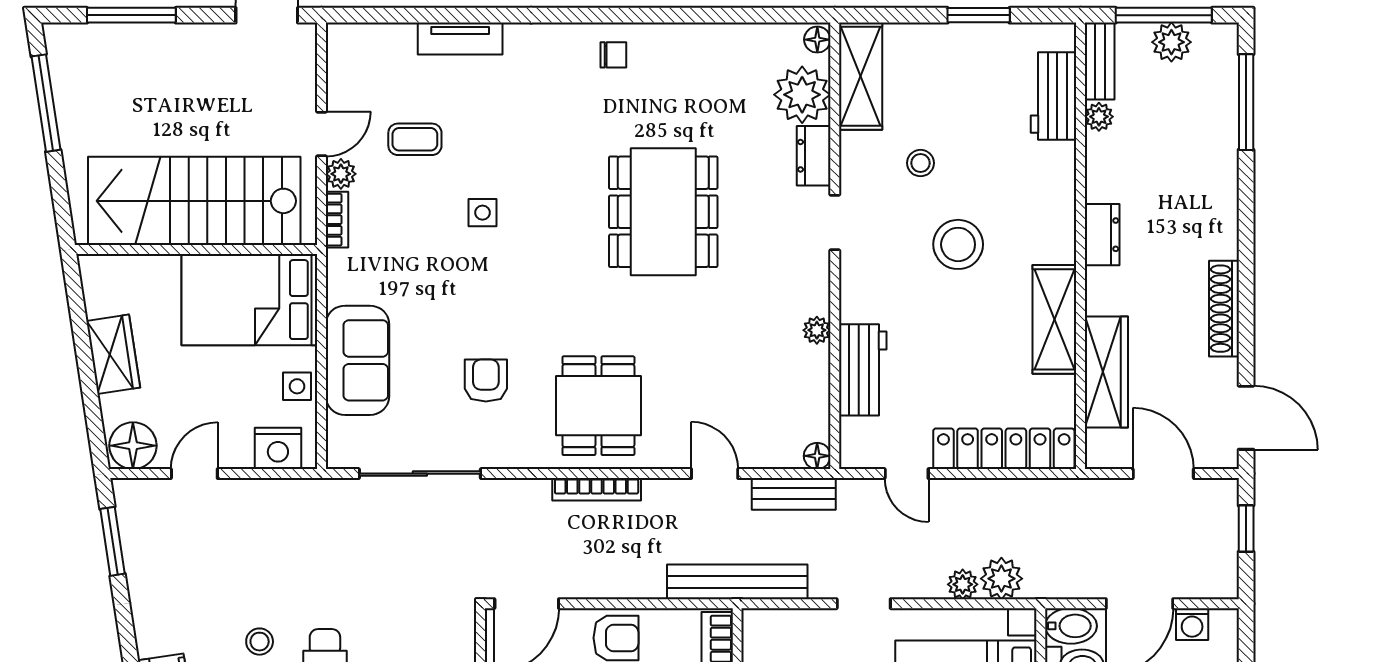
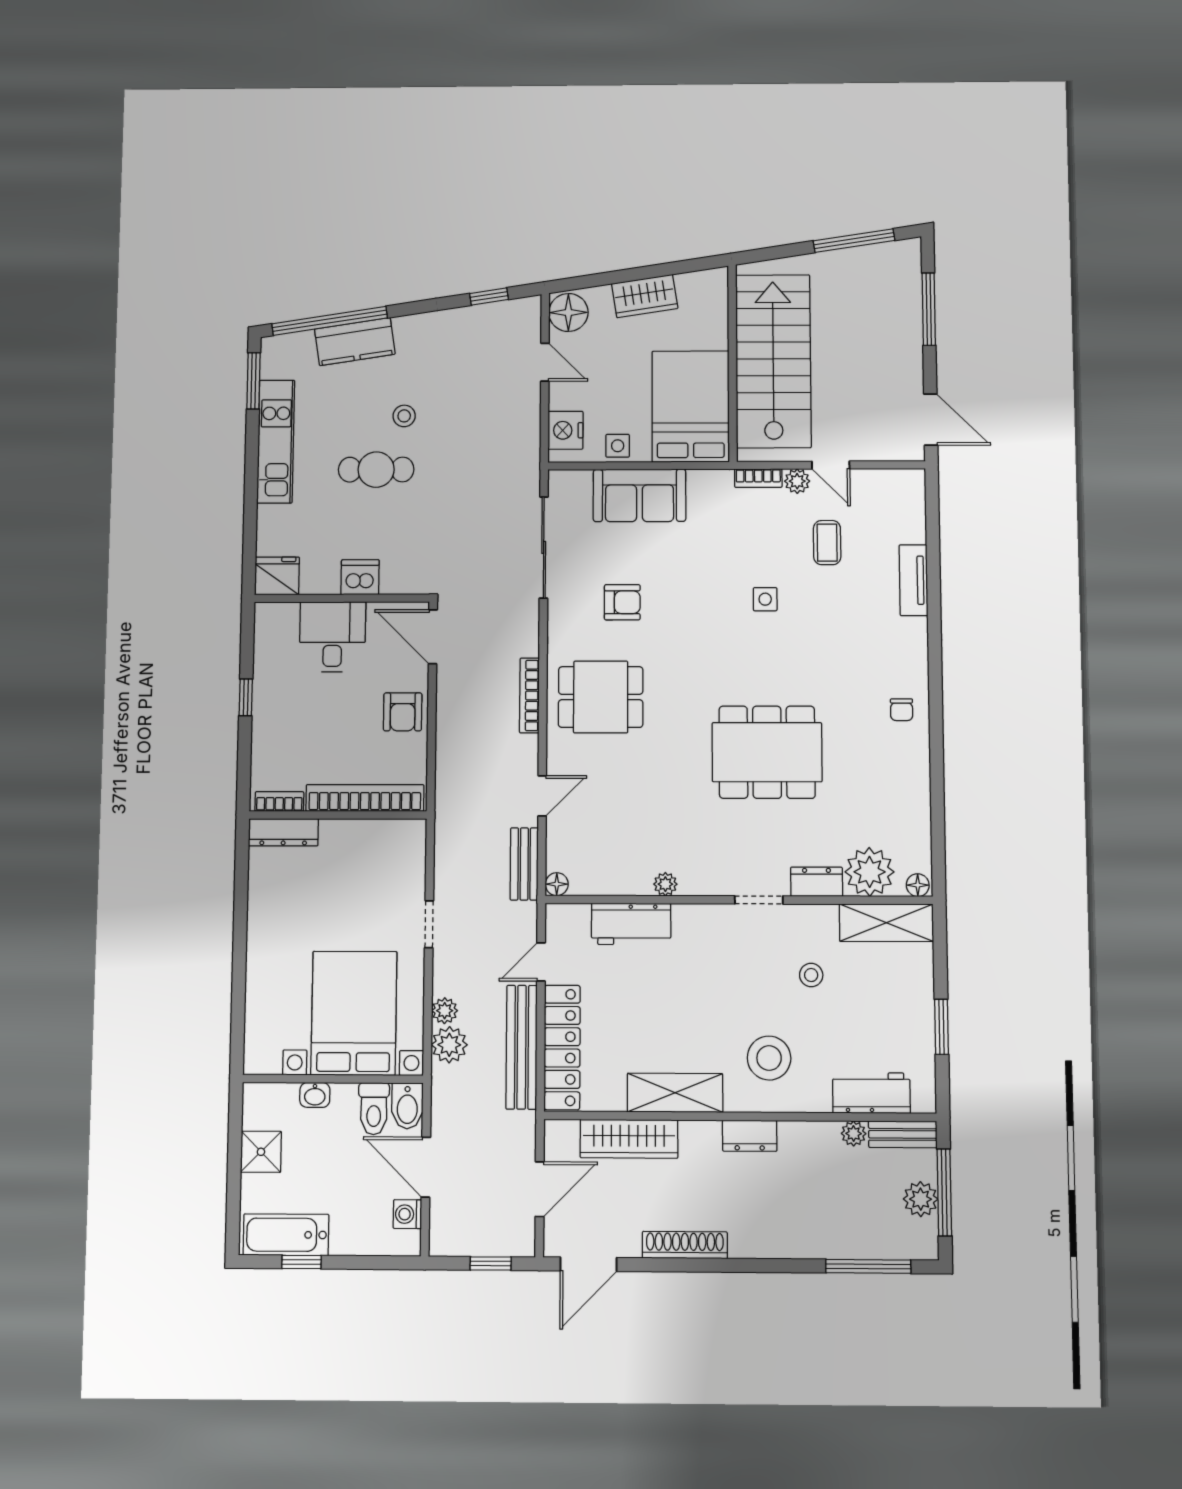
stool: (958, 244) -> (769, 1058), moved
window: (112, 541) -> (489, 296), width x0.67
bench: (737, 582) -> (522, 1047), moved

